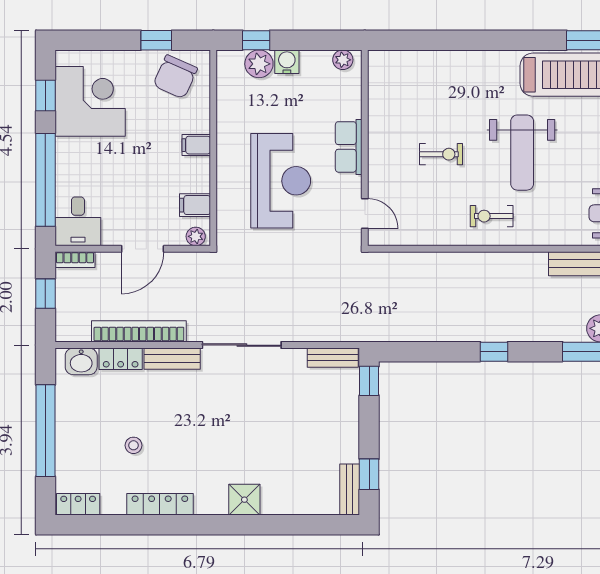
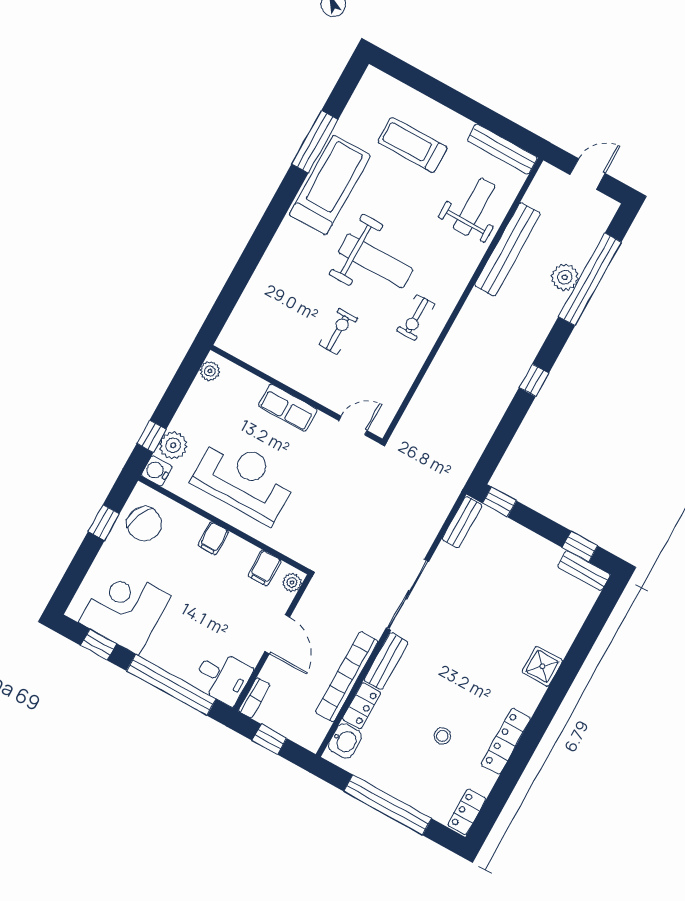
water cooler: (287, 62) -> (157, 471), moved
reception desk: (281, 181) -> (244, 480), moved

